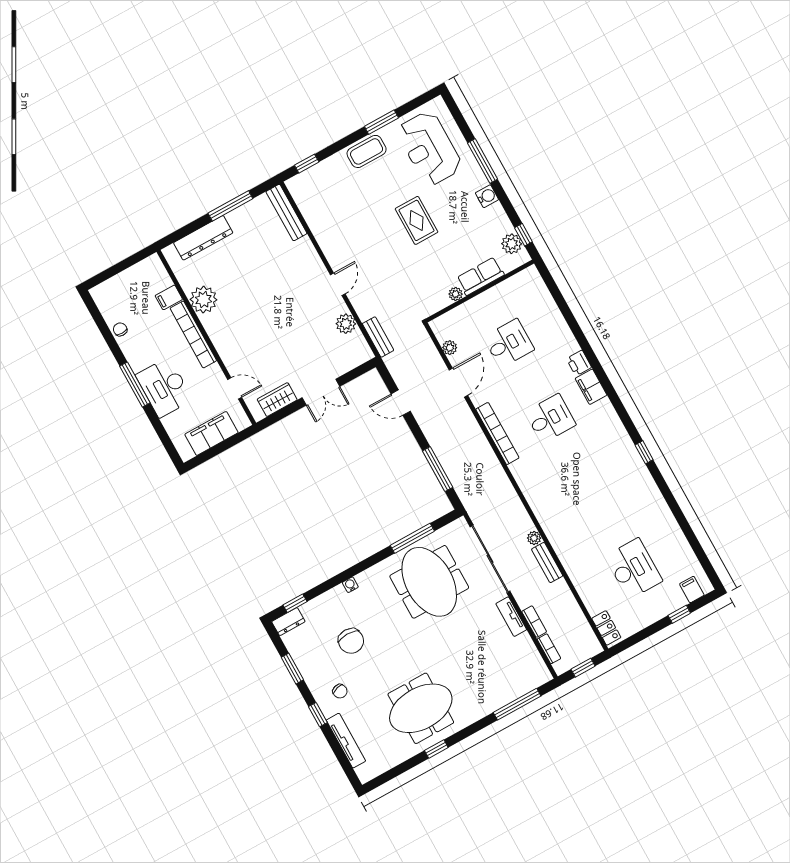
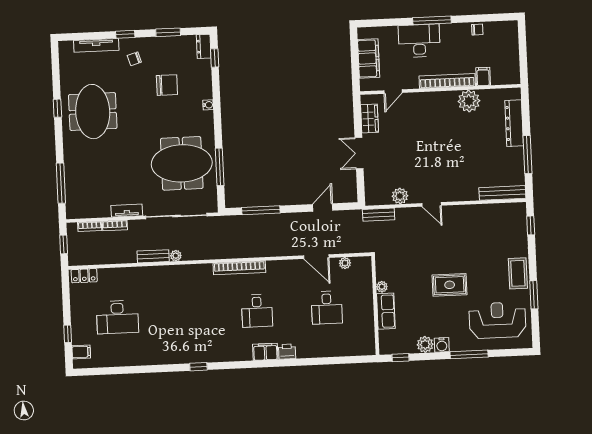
plant: (512, 244) -> (425, 344), moved
bookcase: (497, 434) -> (239, 268), moved
chair: (351, 641) -> (167, 85), turned 180

